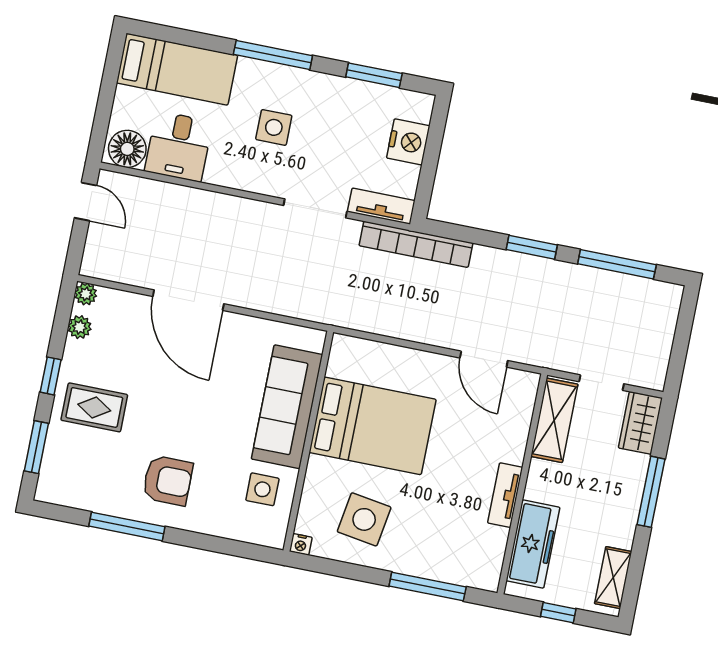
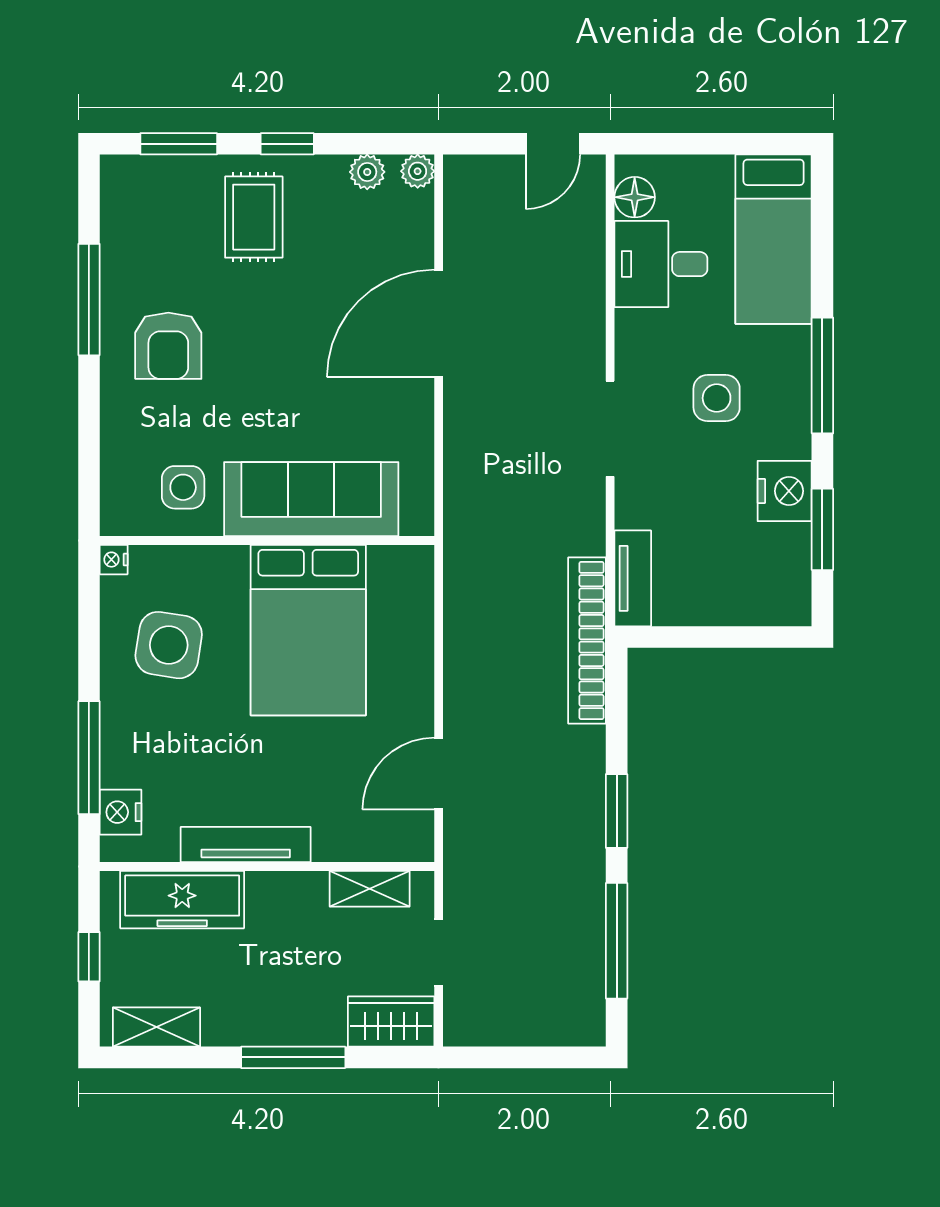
nightstand: (408, 142) -> (785, 491), moved, turned -90
floor lamp: (127, 149) -> (635, 197), width x0.73, depth x0.73
doorway: (315, 208) -> (610, 429), moved
shelving: (554, 420) -> (370, 889), width x0.67, depth x0.75
tv unit: (505, 495) -> (246, 845), width x1.41
nightstand: (467, 573) -> (121, 812), added

